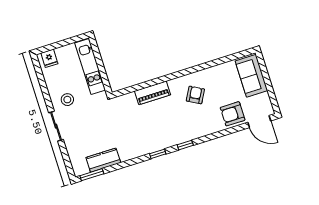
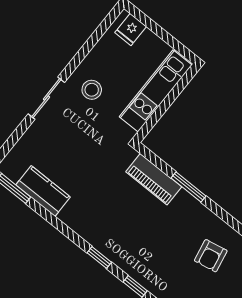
window: (152, 83) -> (189, 187), added
piano: (153, 93) -> (154, 179), moved
armchair: (195, 95) -> (211, 256), turned 140

